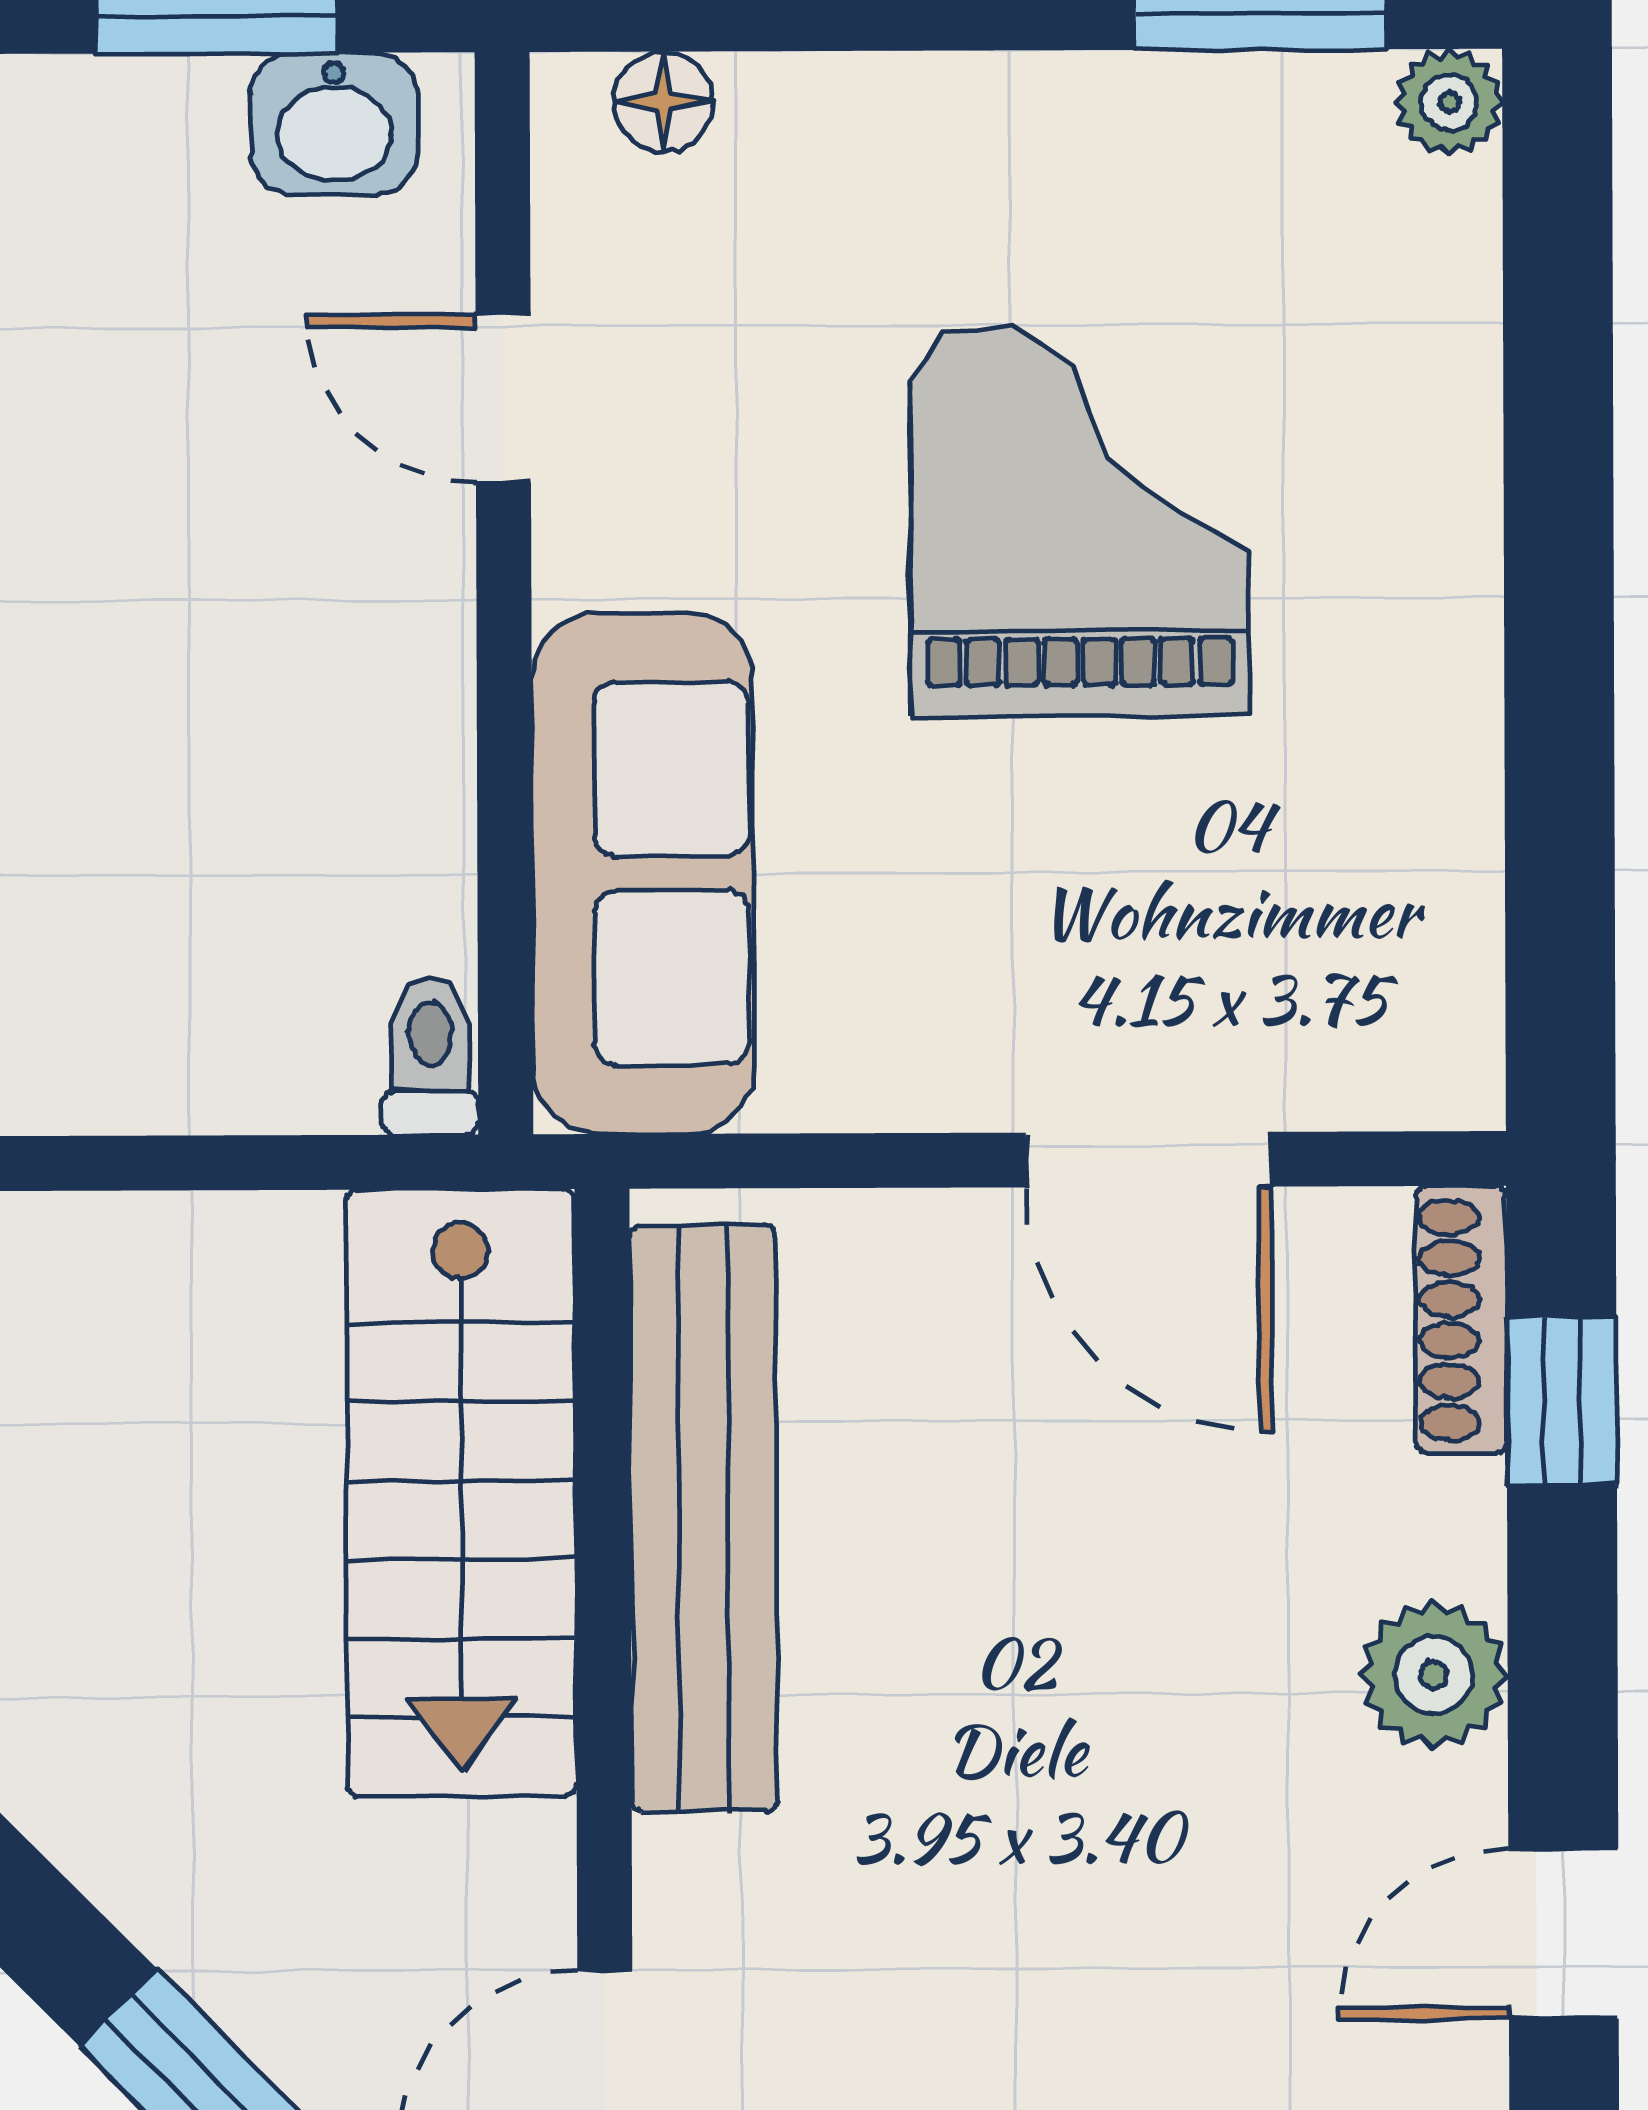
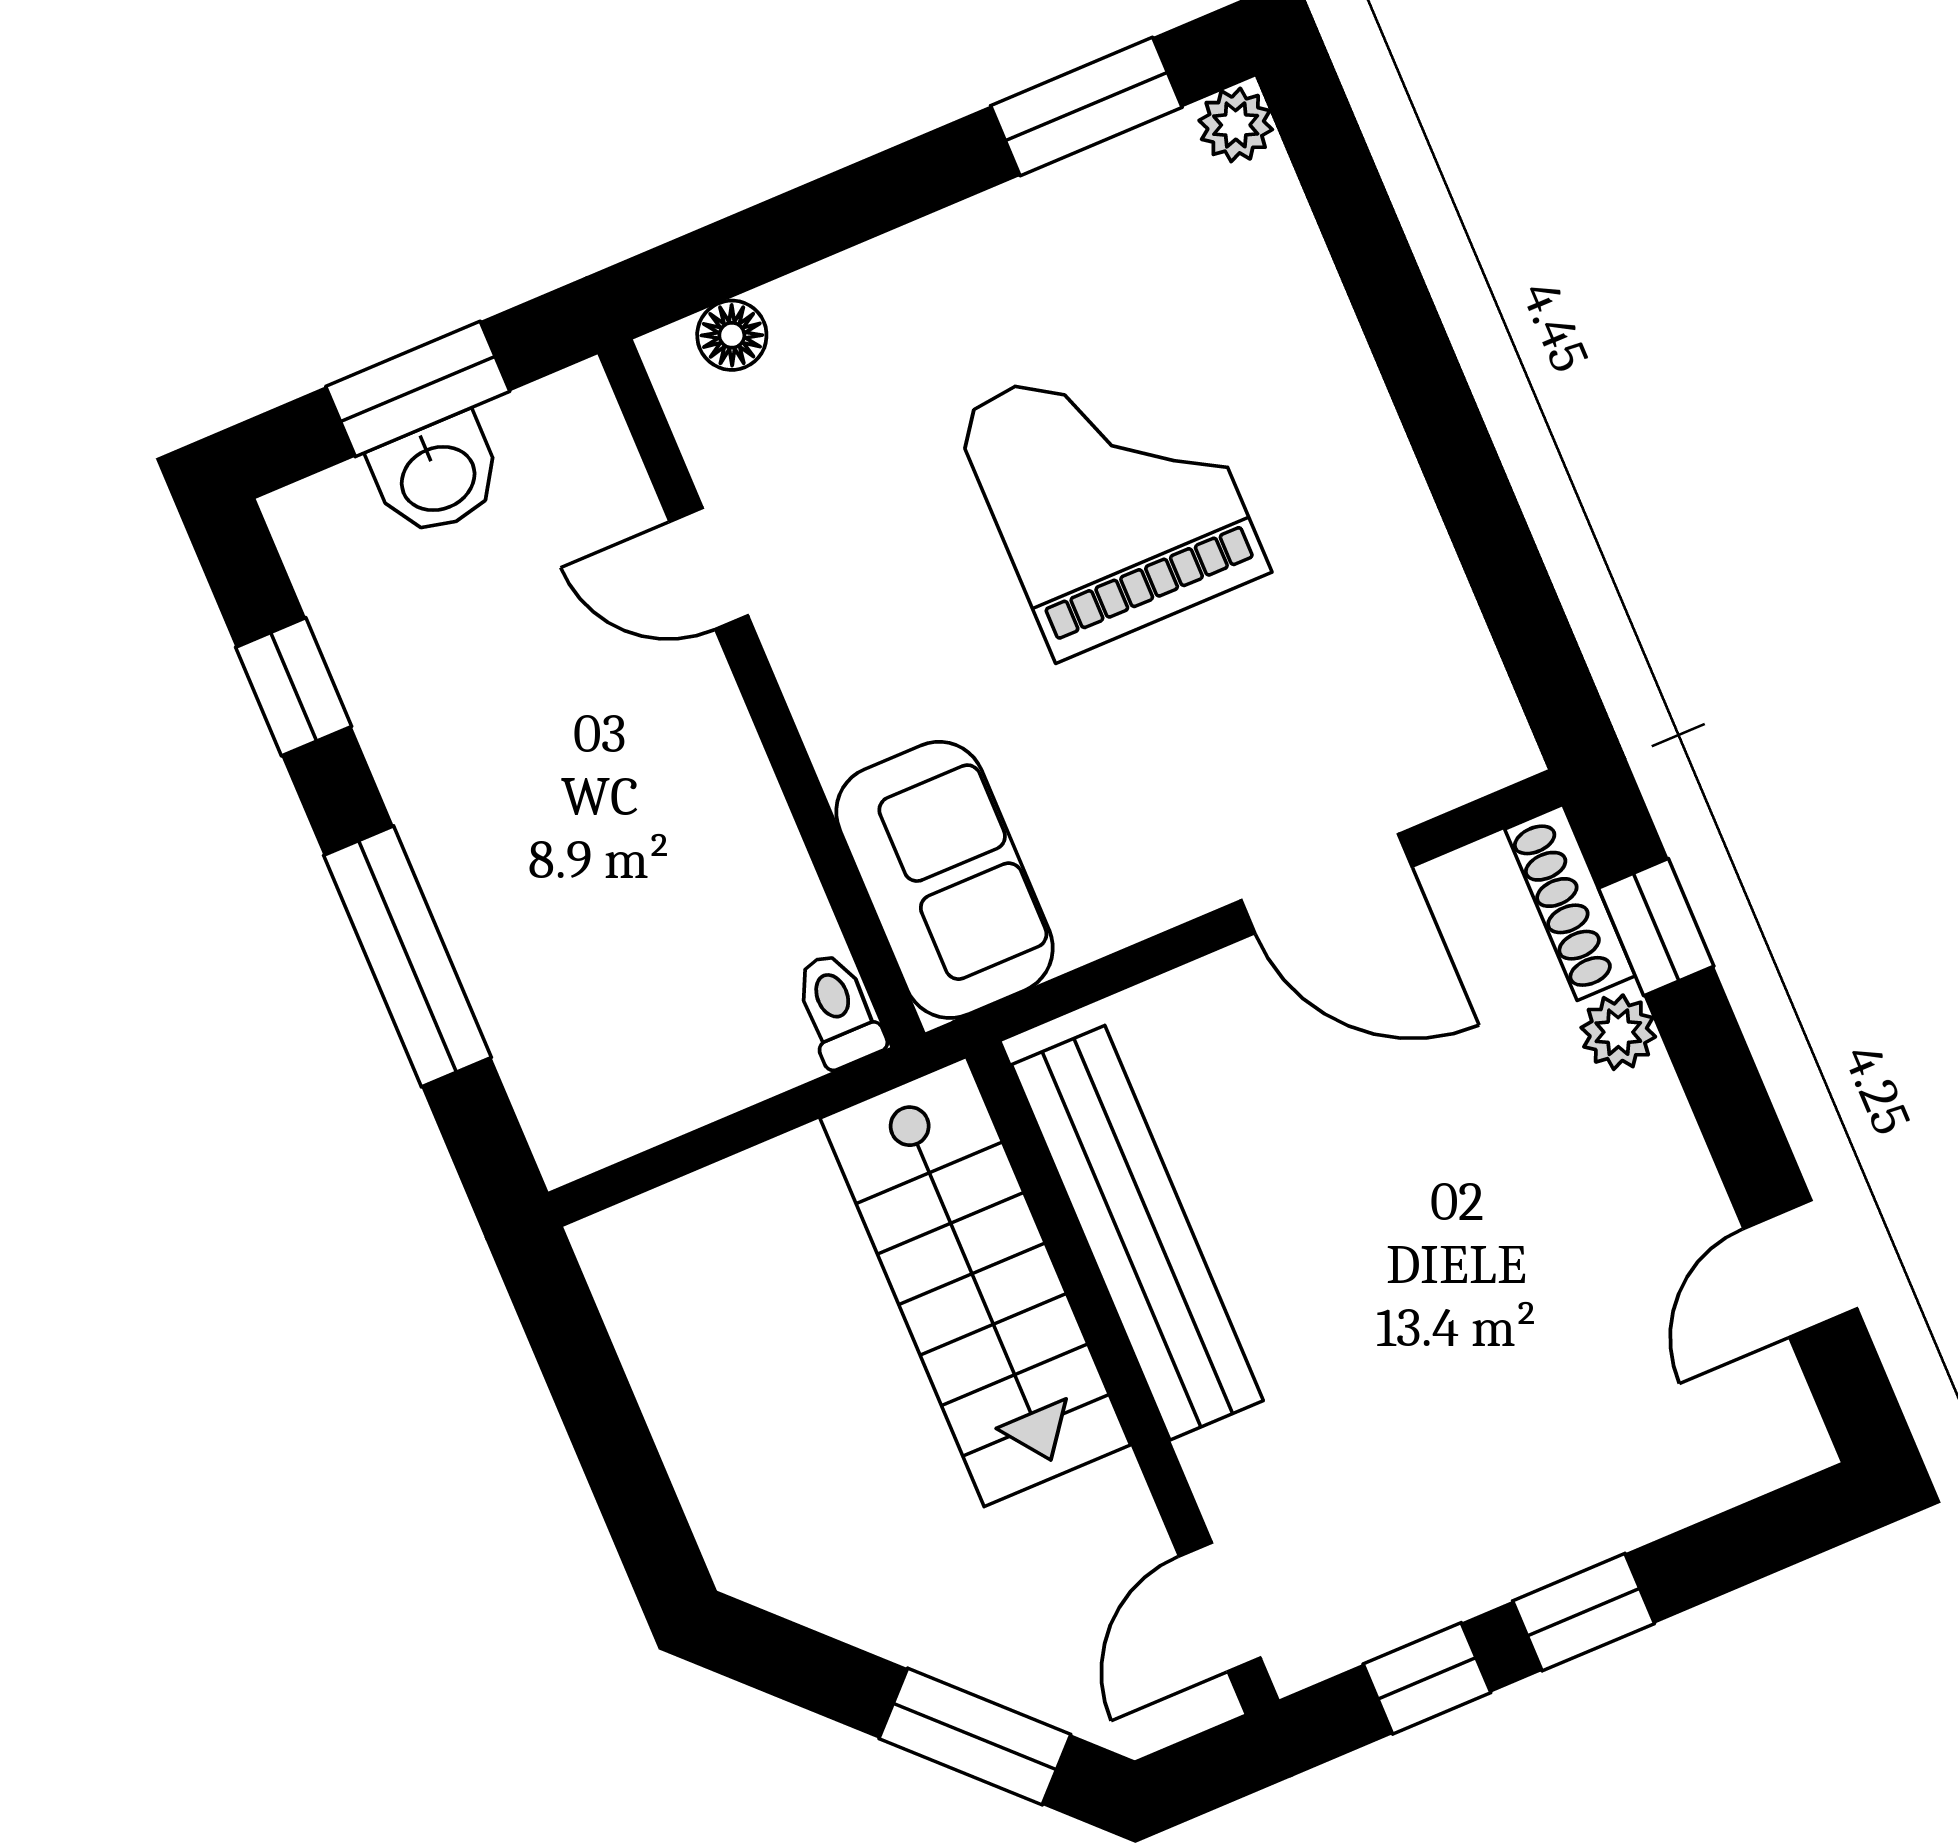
washbasin: (334, 124) -> (437, 476), moved
sofa: (643, 874) -> (944, 880), width x0.73
plant: (1434, 1675) -> (1618, 1032), moved, width x0.73, depth x0.73

